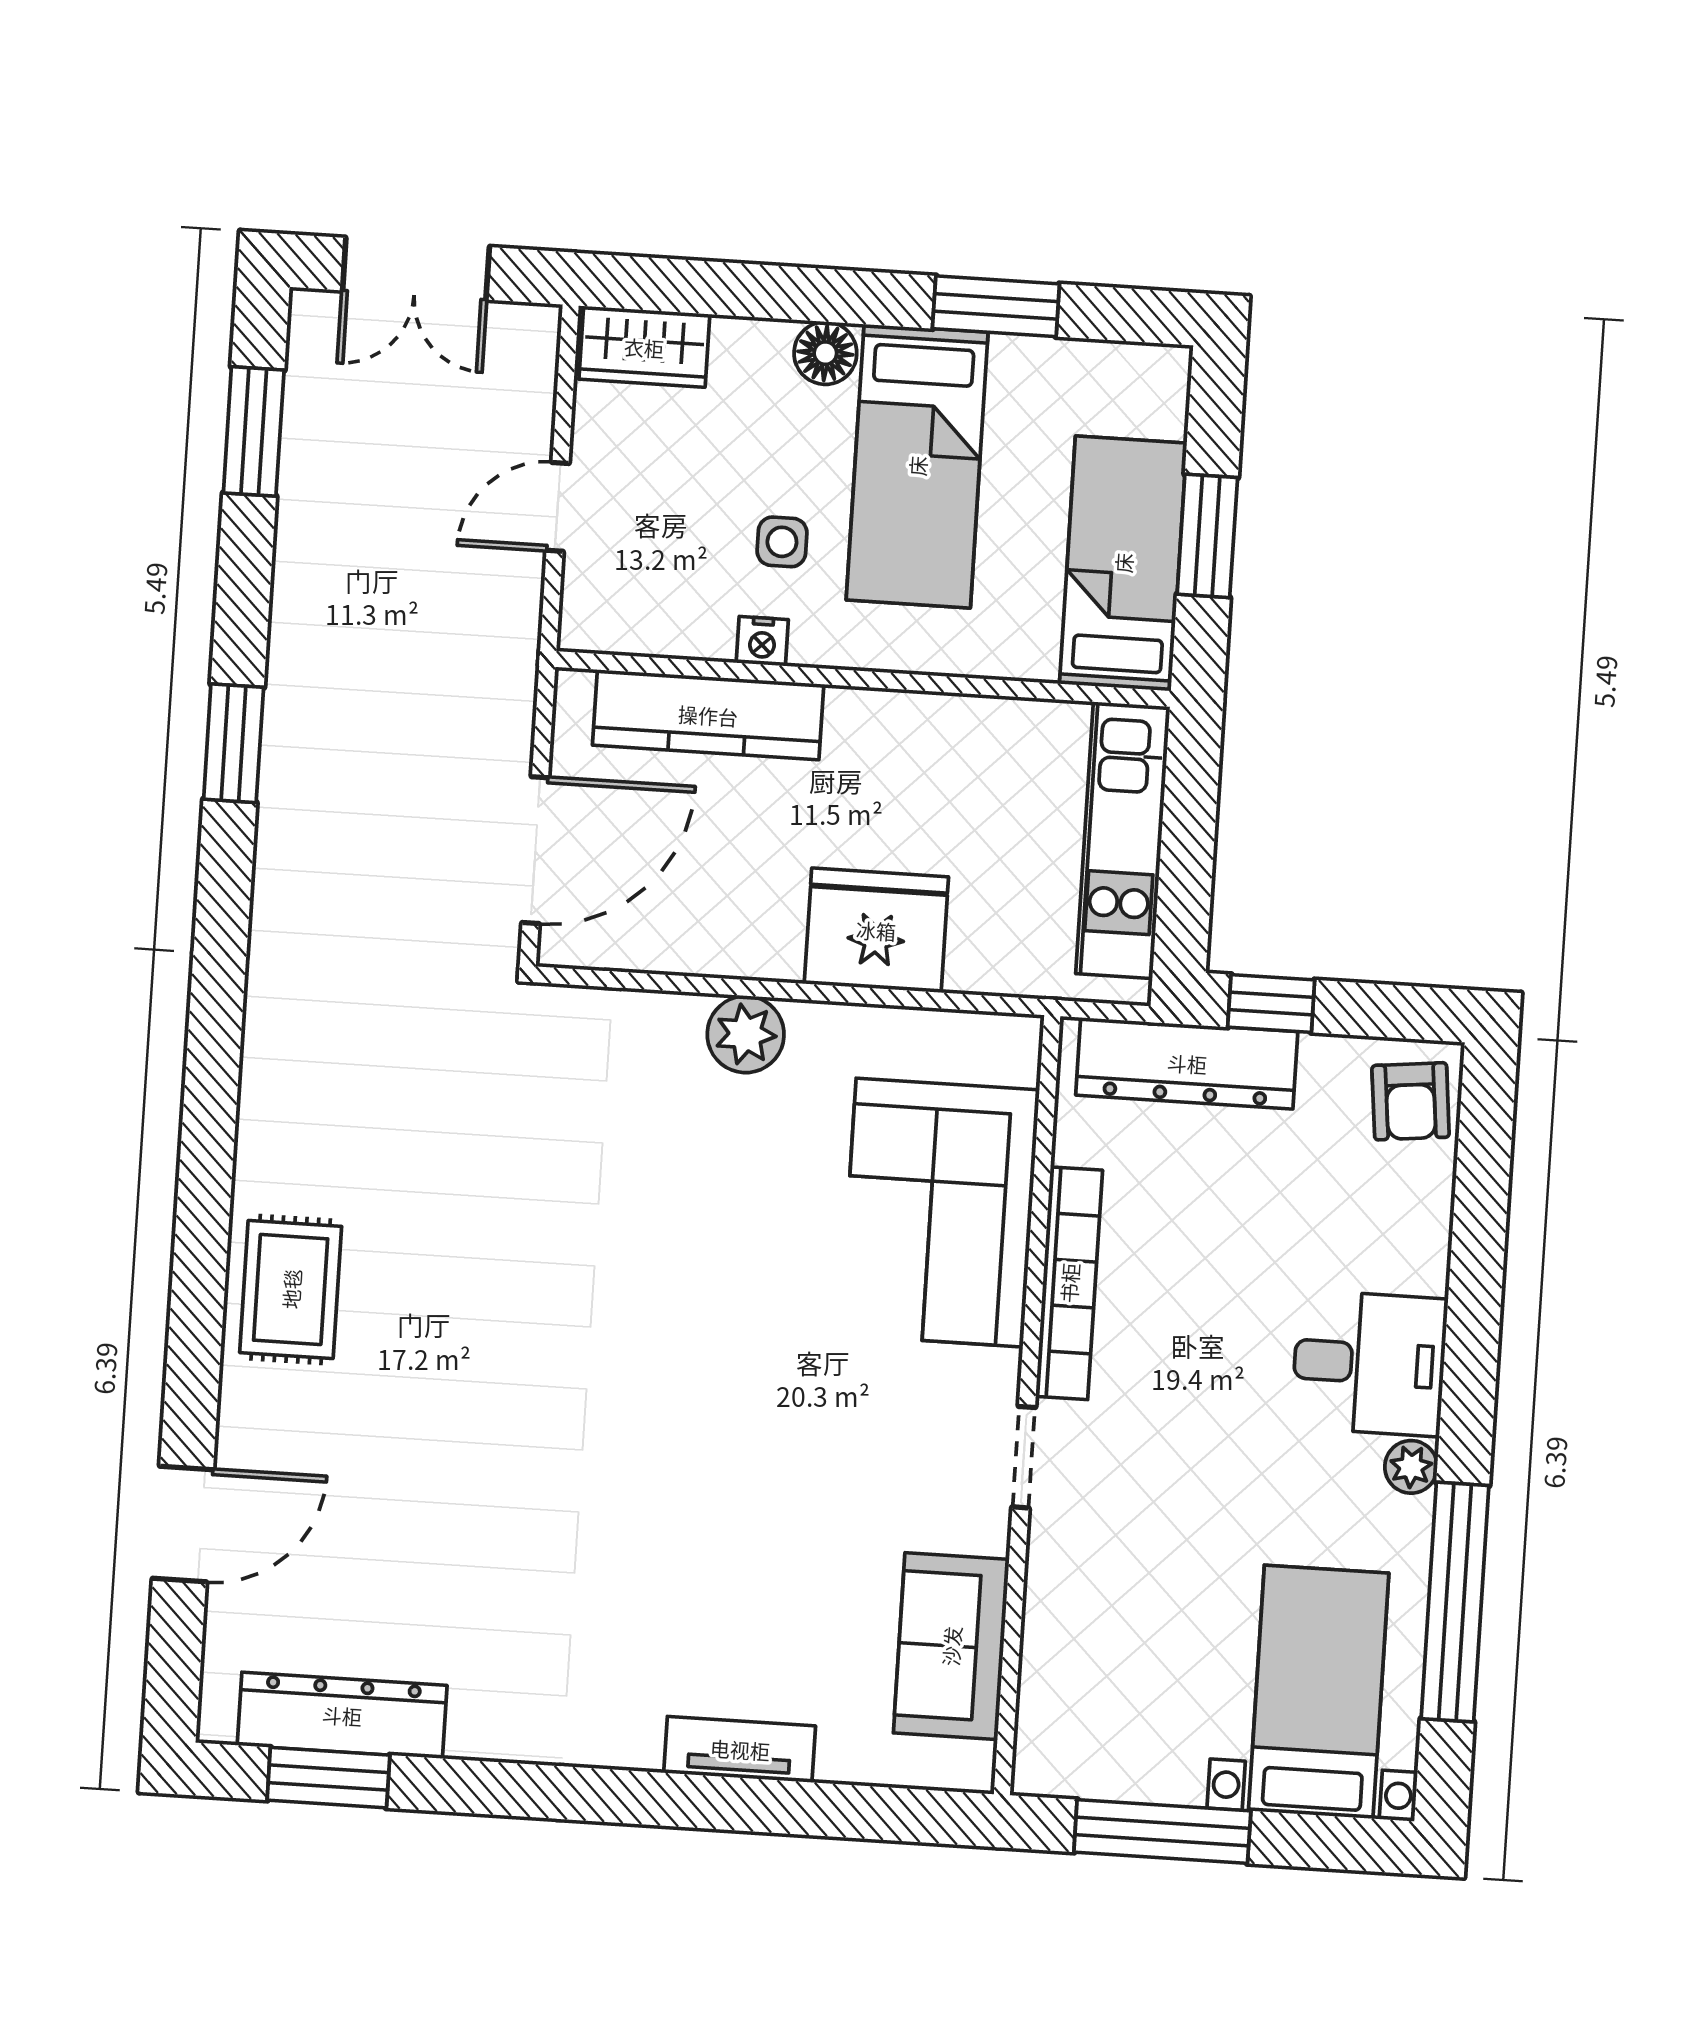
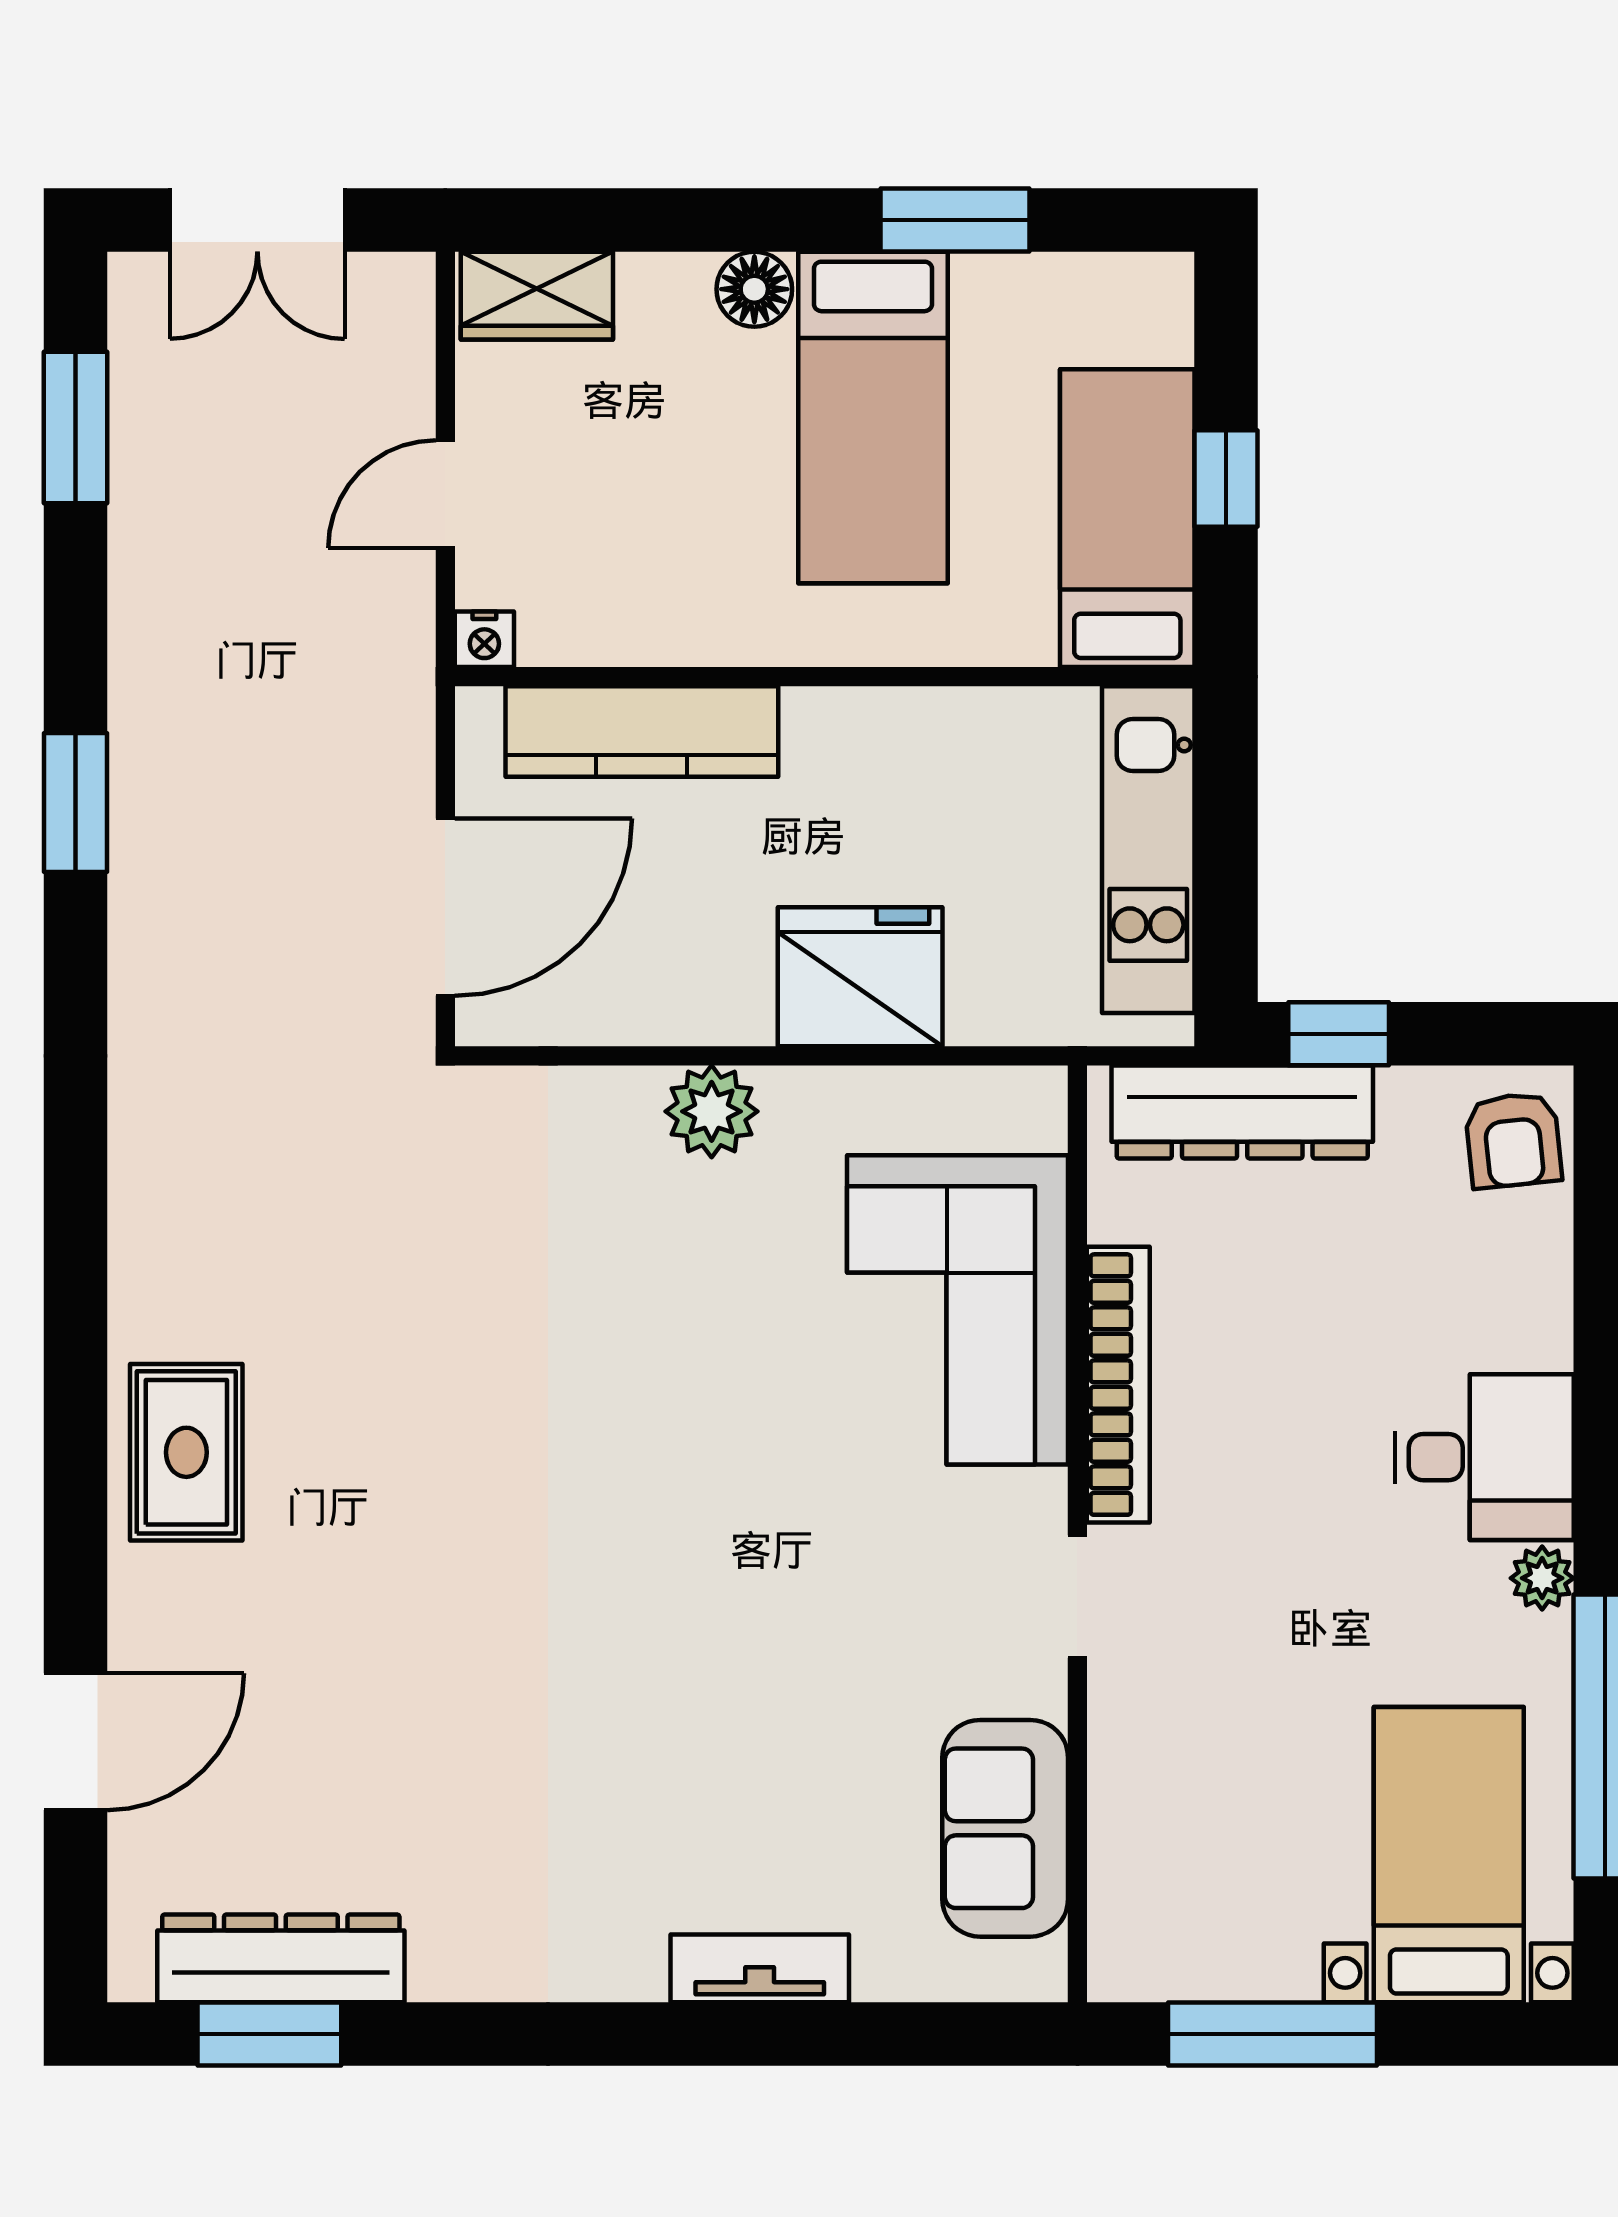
window: (1207, 536) -> (1226, 479), width x0.67
side table: (782, 542) -> (717, 519), removed
nightstand: (762, 641) -> (484, 639), moved

